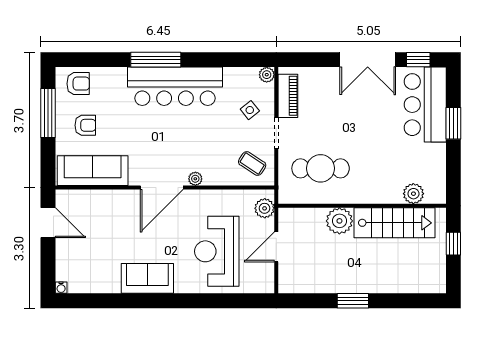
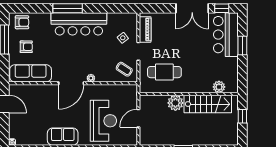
plant: (267, 75) -> (133, 17), removed
plant: (265, 208) -> (132, 96), removed
reception desk: (217, 251) -> (103, 121), turned 180

